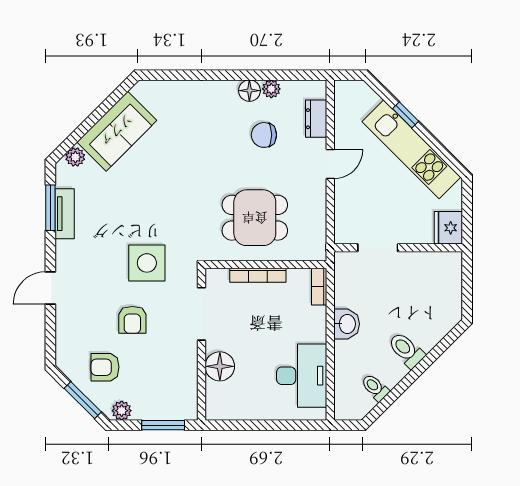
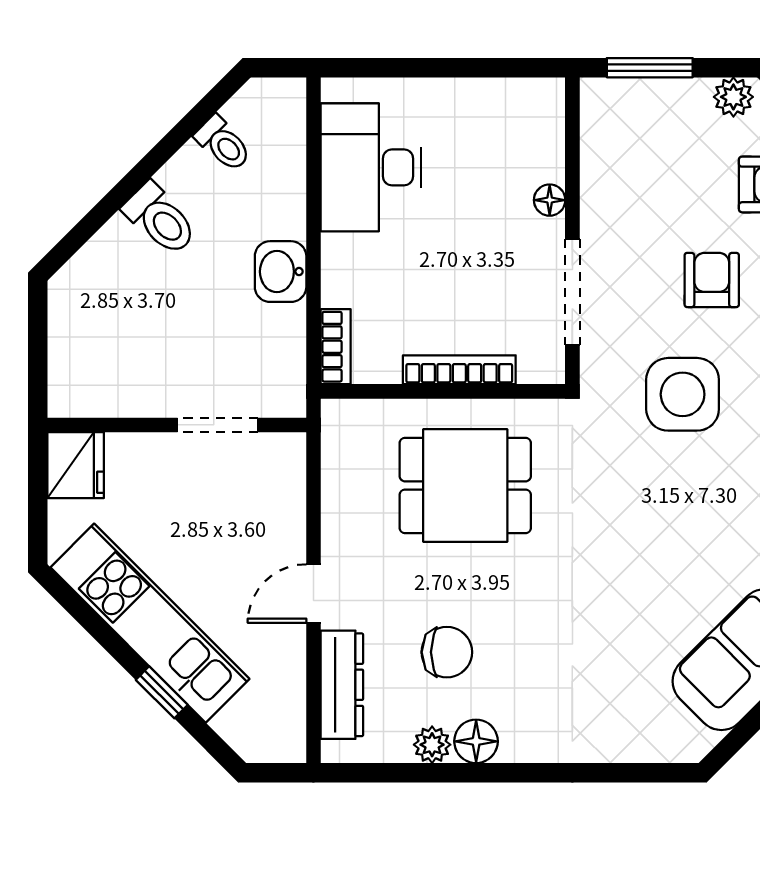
dresser: (316, 119) -> (342, 685), width x1.44
floor lamp: (220, 366) -> (550, 200), width x0.53, depth x0.53

